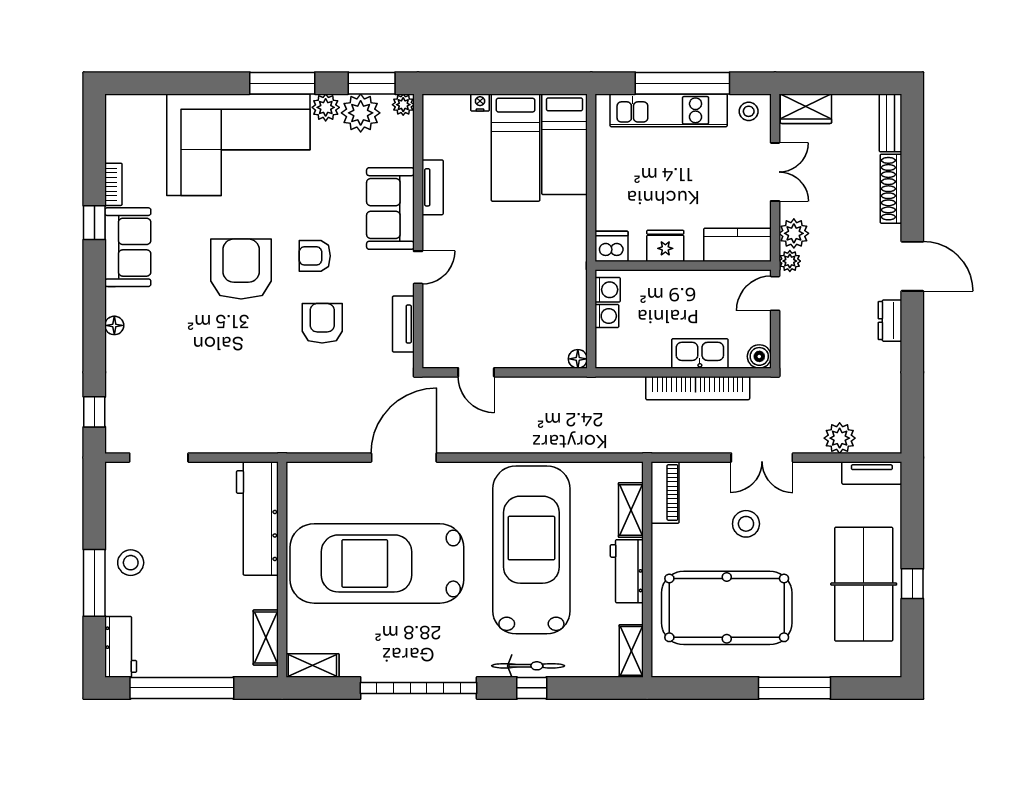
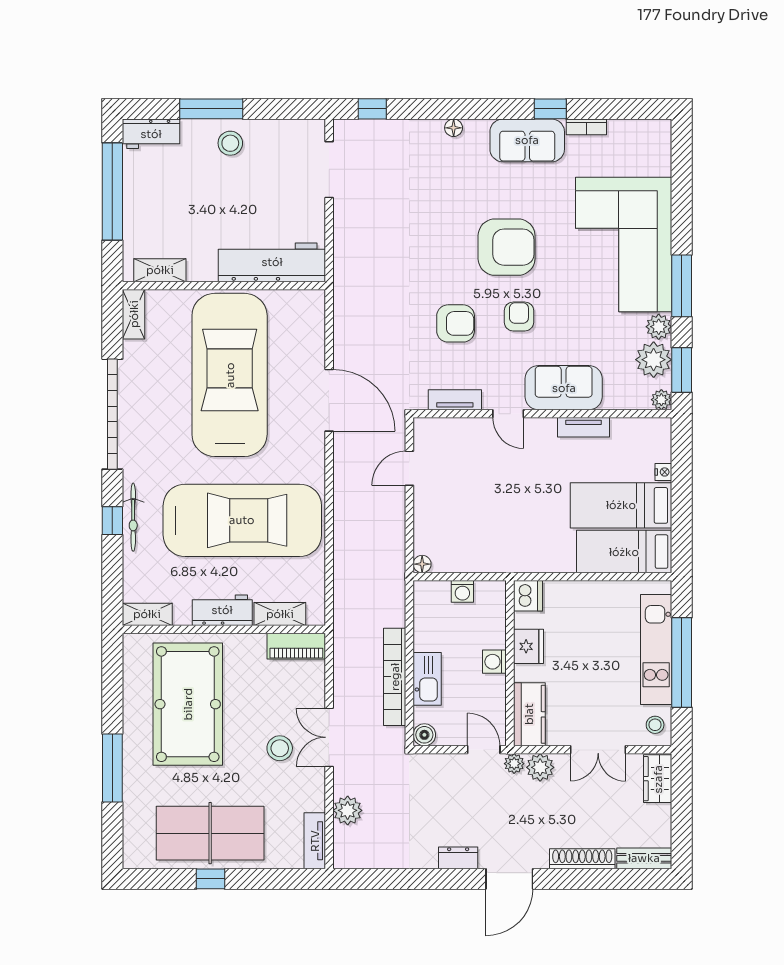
washing machine: (608, 290) -> (494, 662), moved, turned 90
stool: (746, 524) -> (280, 748), moved

